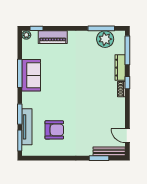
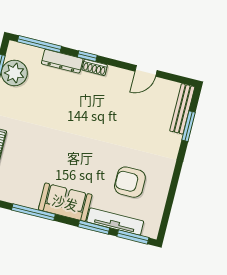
sofa: (31, 75) -> (65, 202), moved
armchair: (54, 130) -> (130, 182), turned -90
door: (127, 136) -> (146, 71), moved

